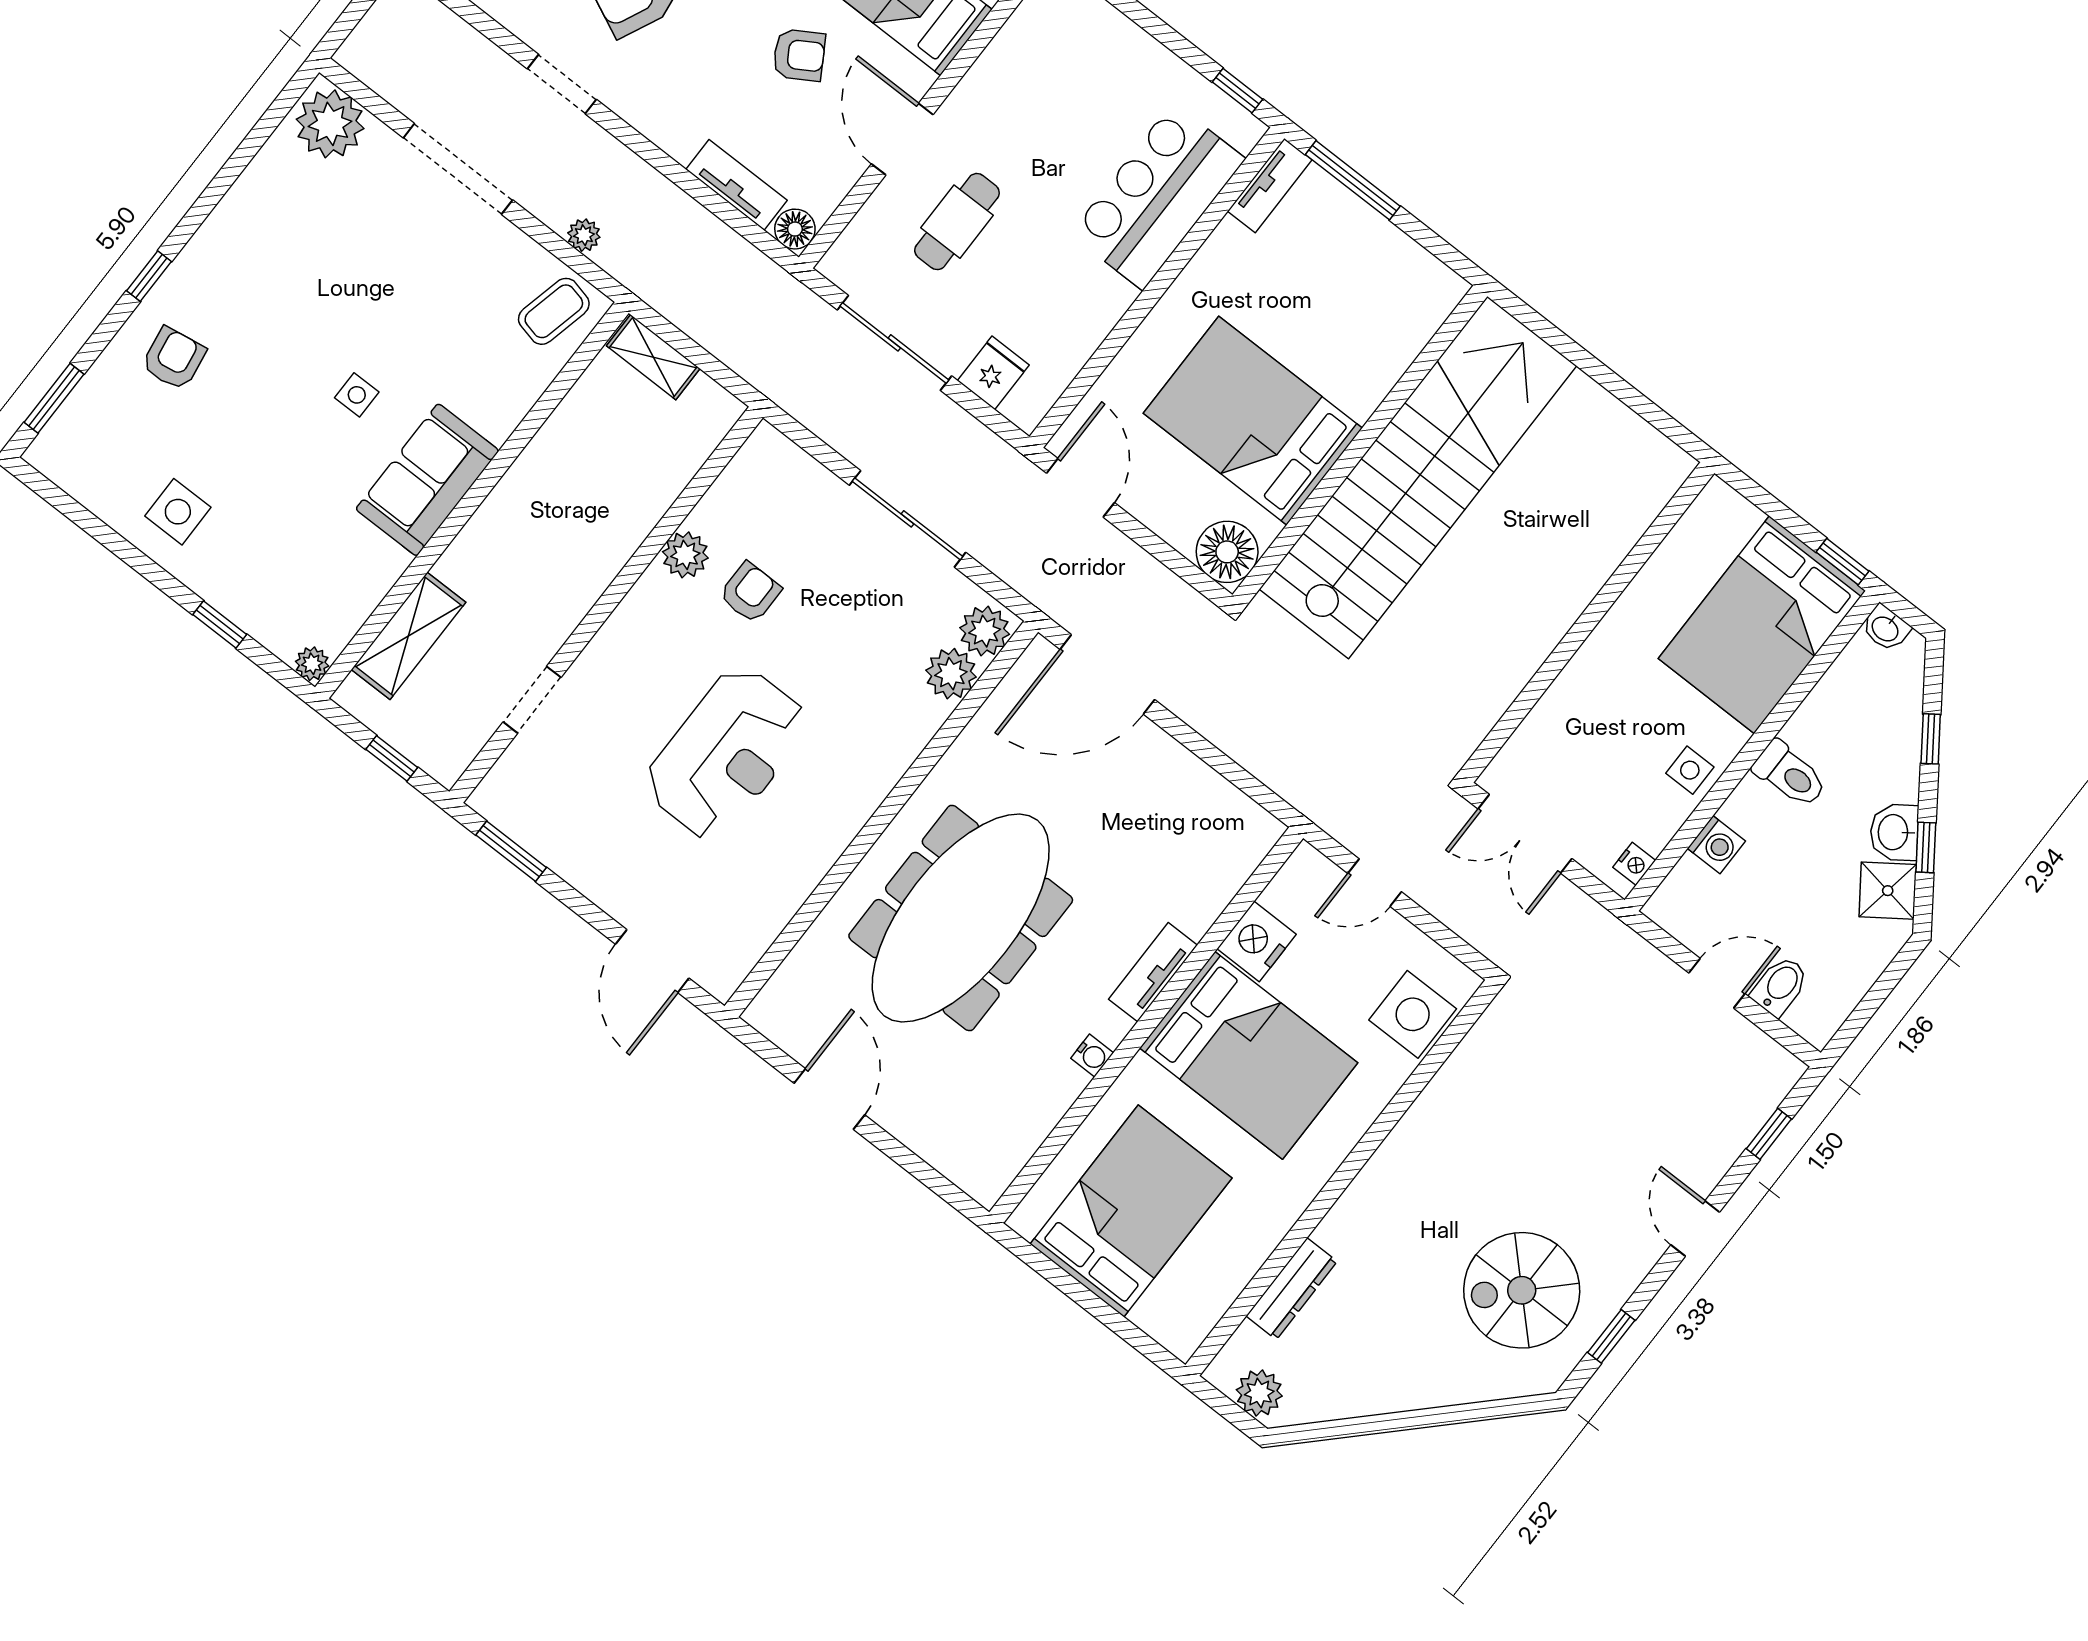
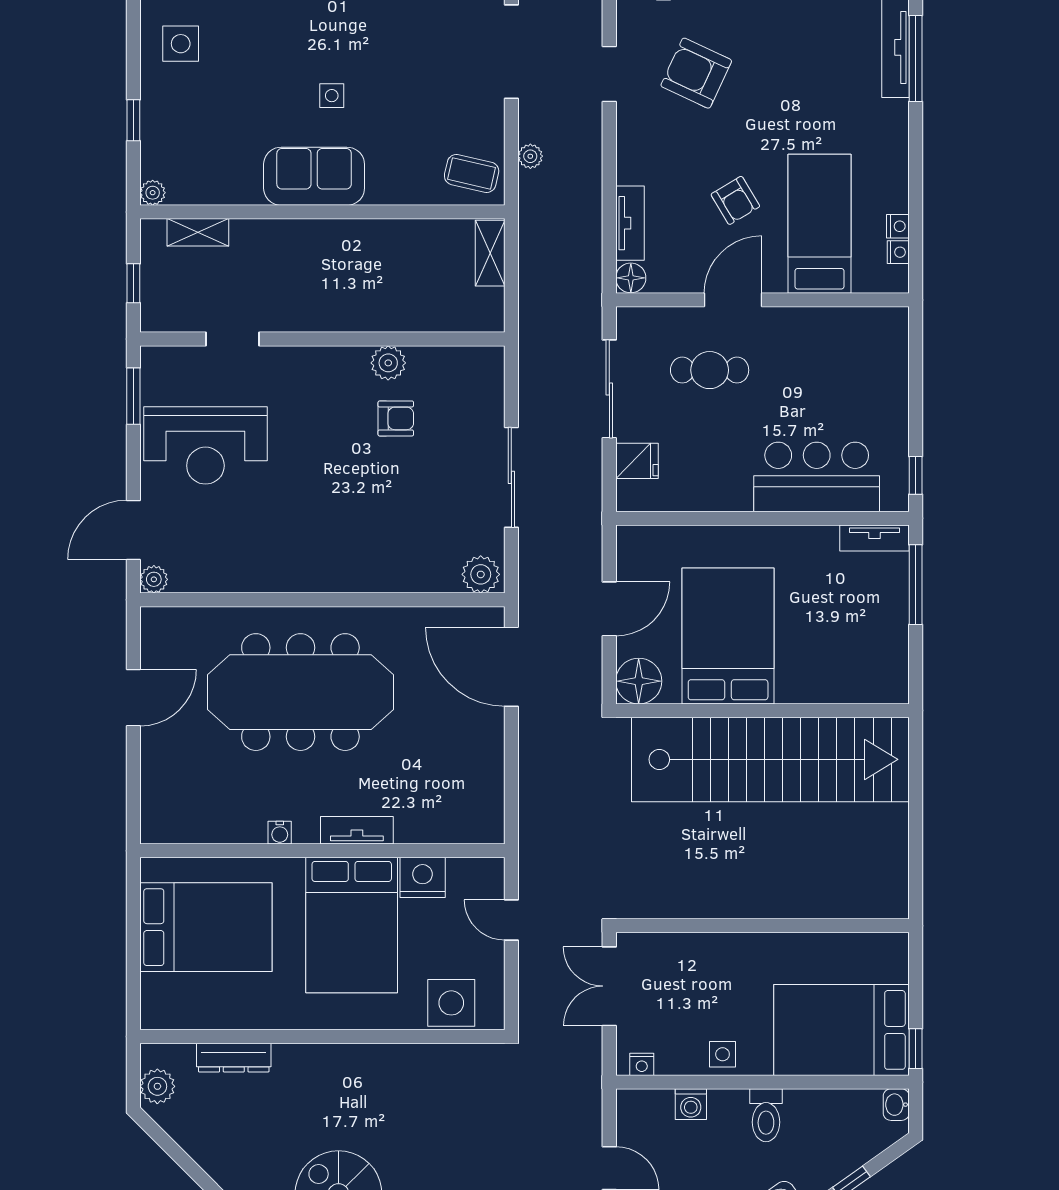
door: (1081, 488) -> (609, 609), moved
shelving: (409, 636) -> (198, 232), width x0.67, depth x0.75
plant: (951, 674) -> (154, 579), moved, width x0.73, depth x0.73
reception desk: (726, 753) -> (205, 445), moved

